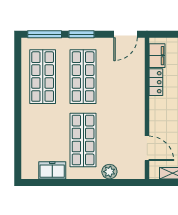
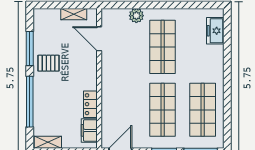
freezer: (52, 170) -> (215, 31), moved, turned 90

